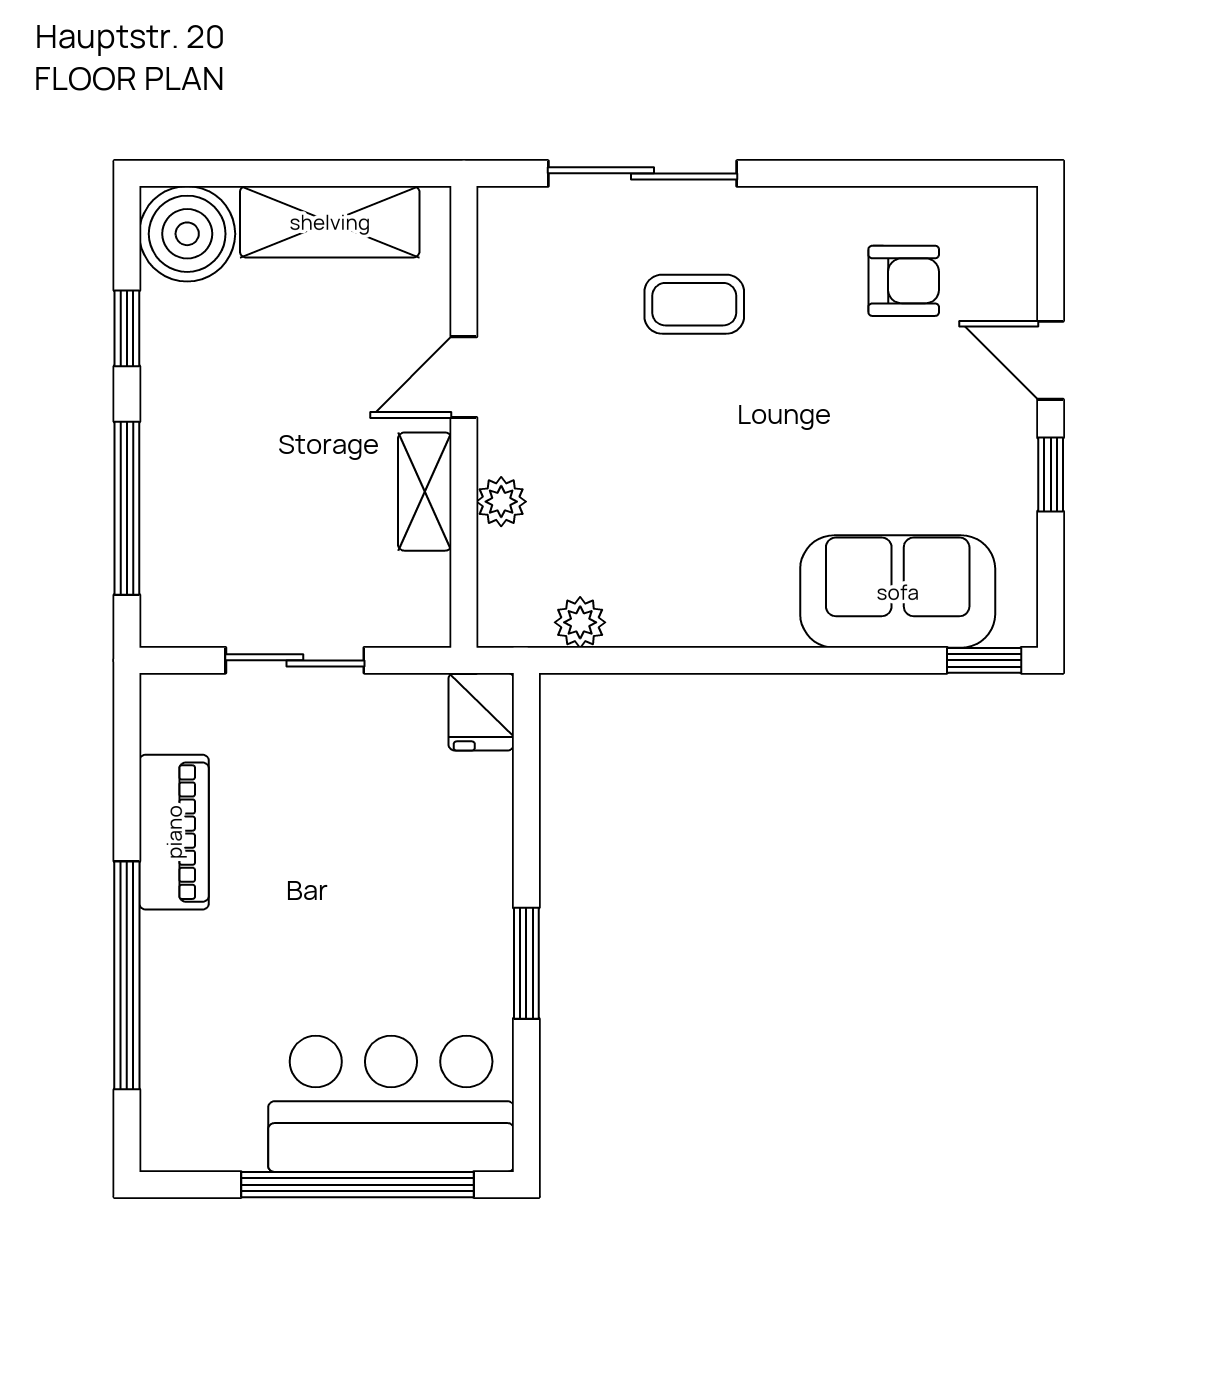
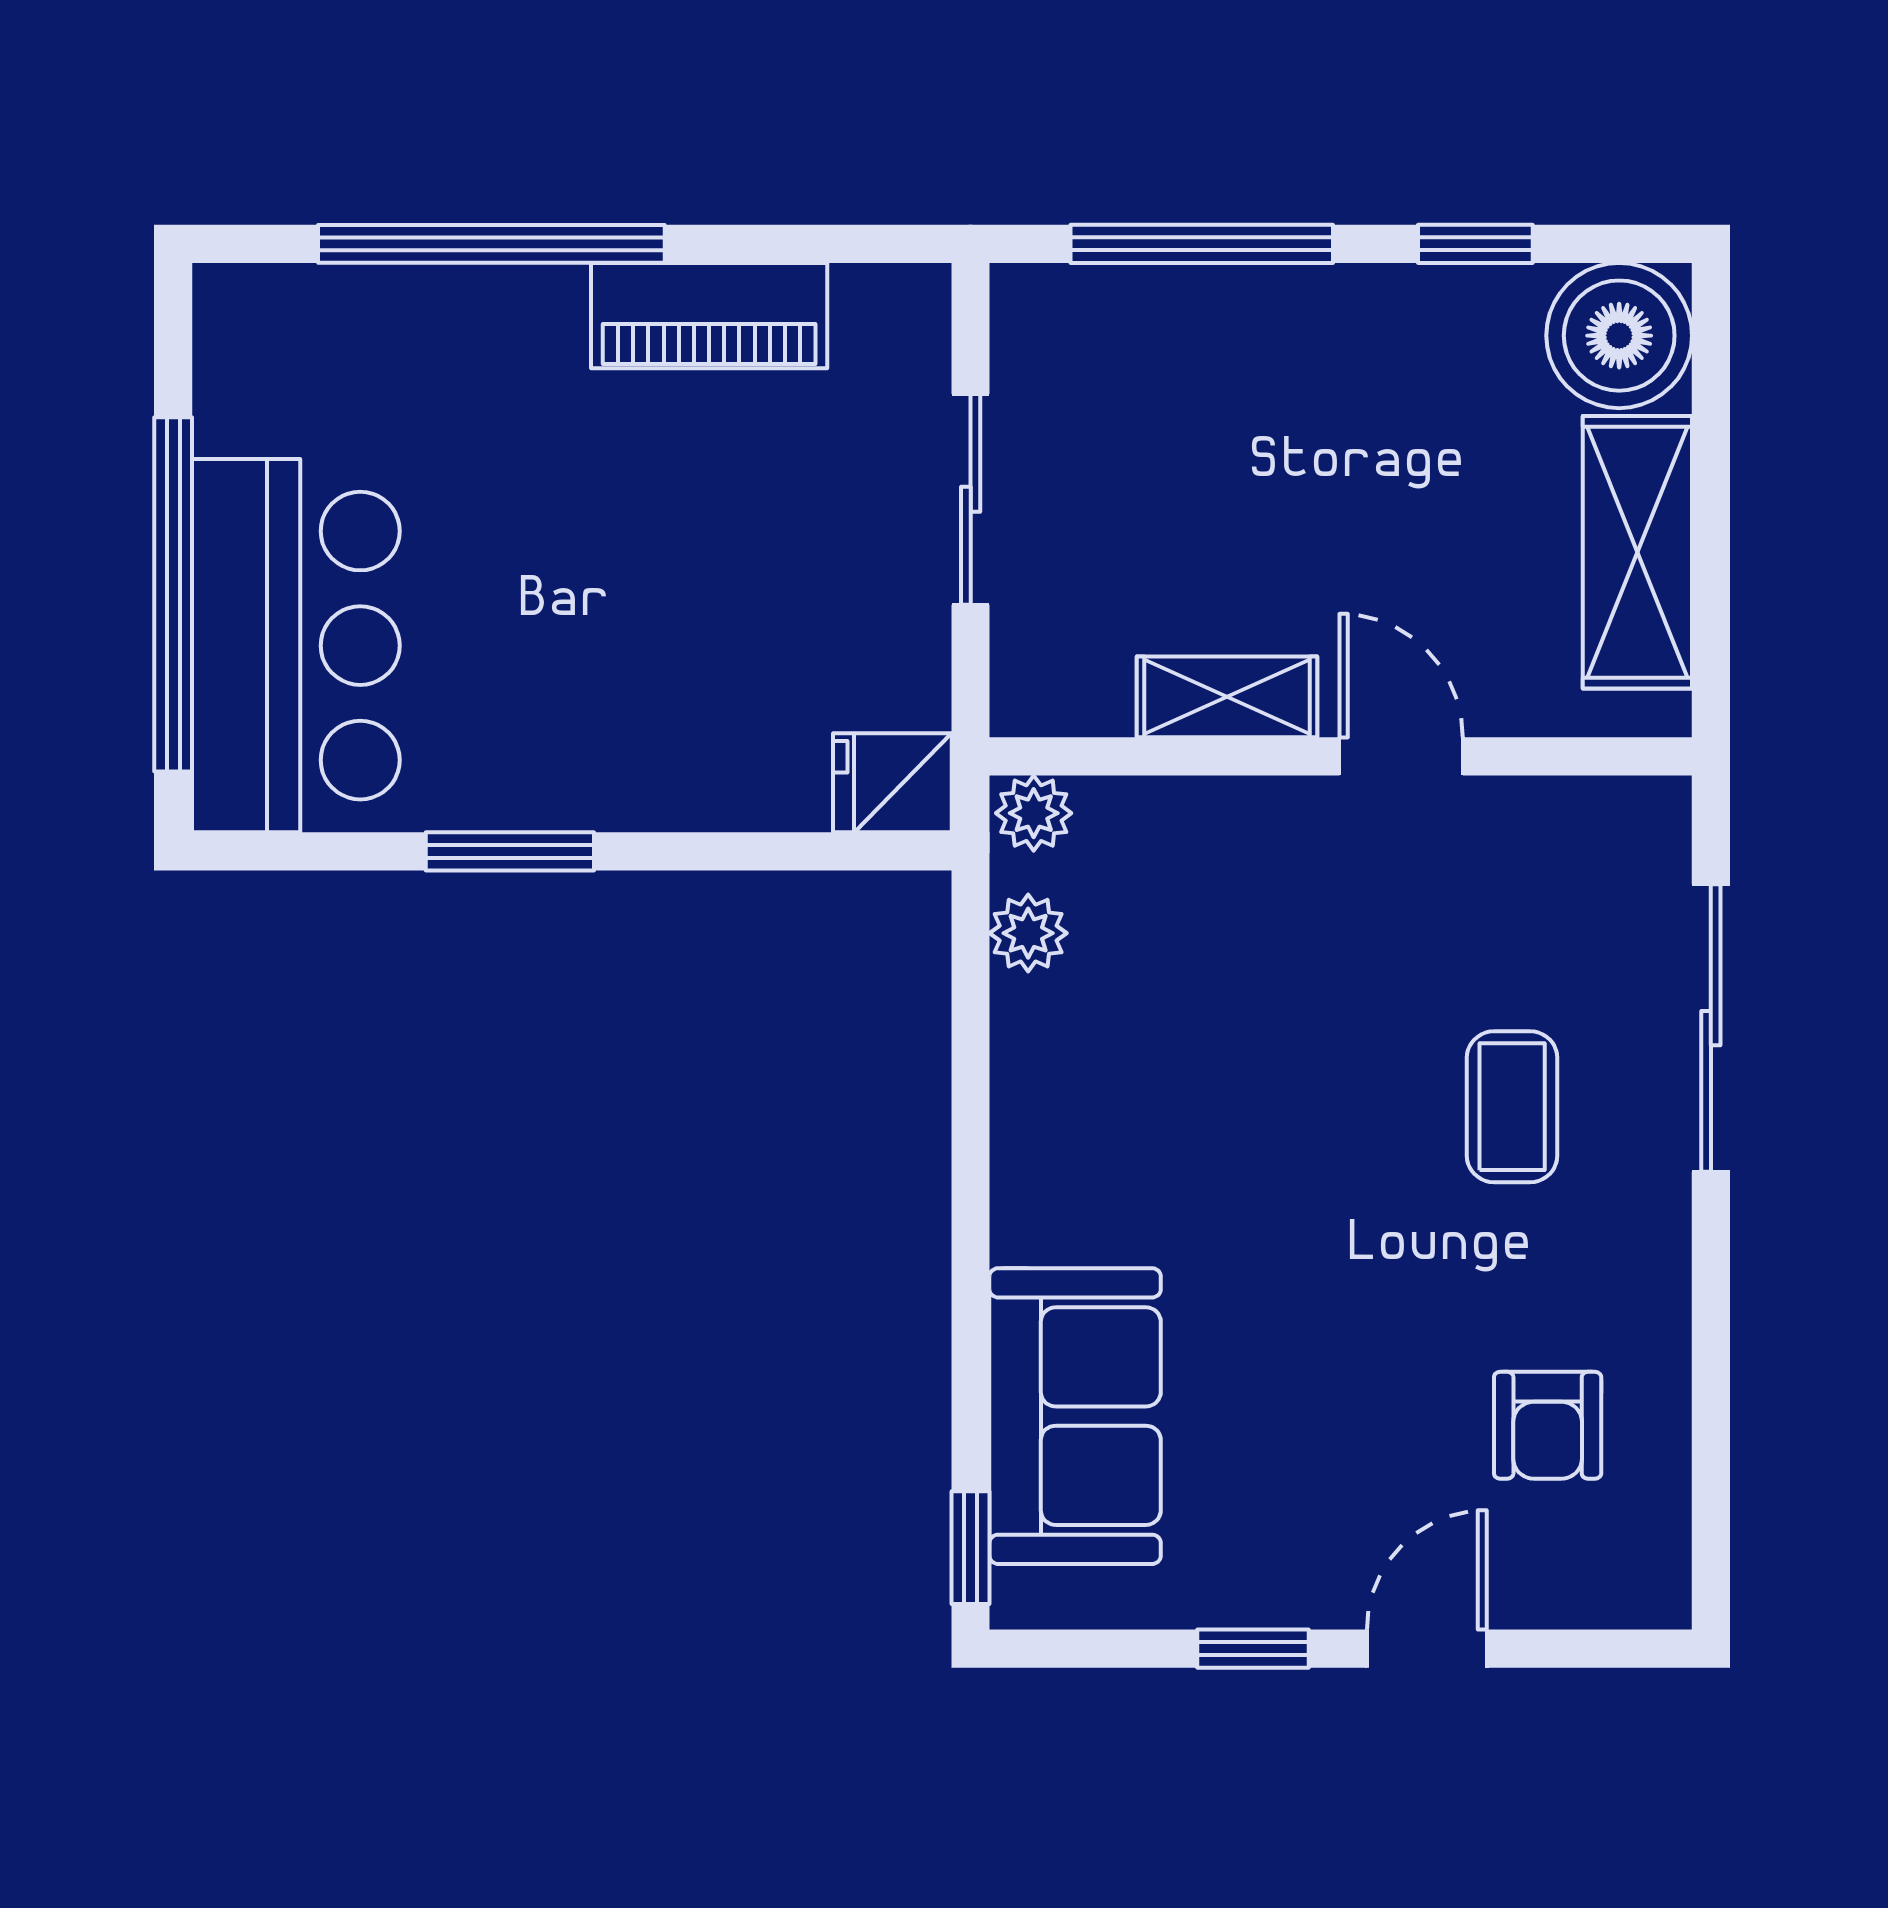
plant: (501, 502) -> (1034, 813), moved

